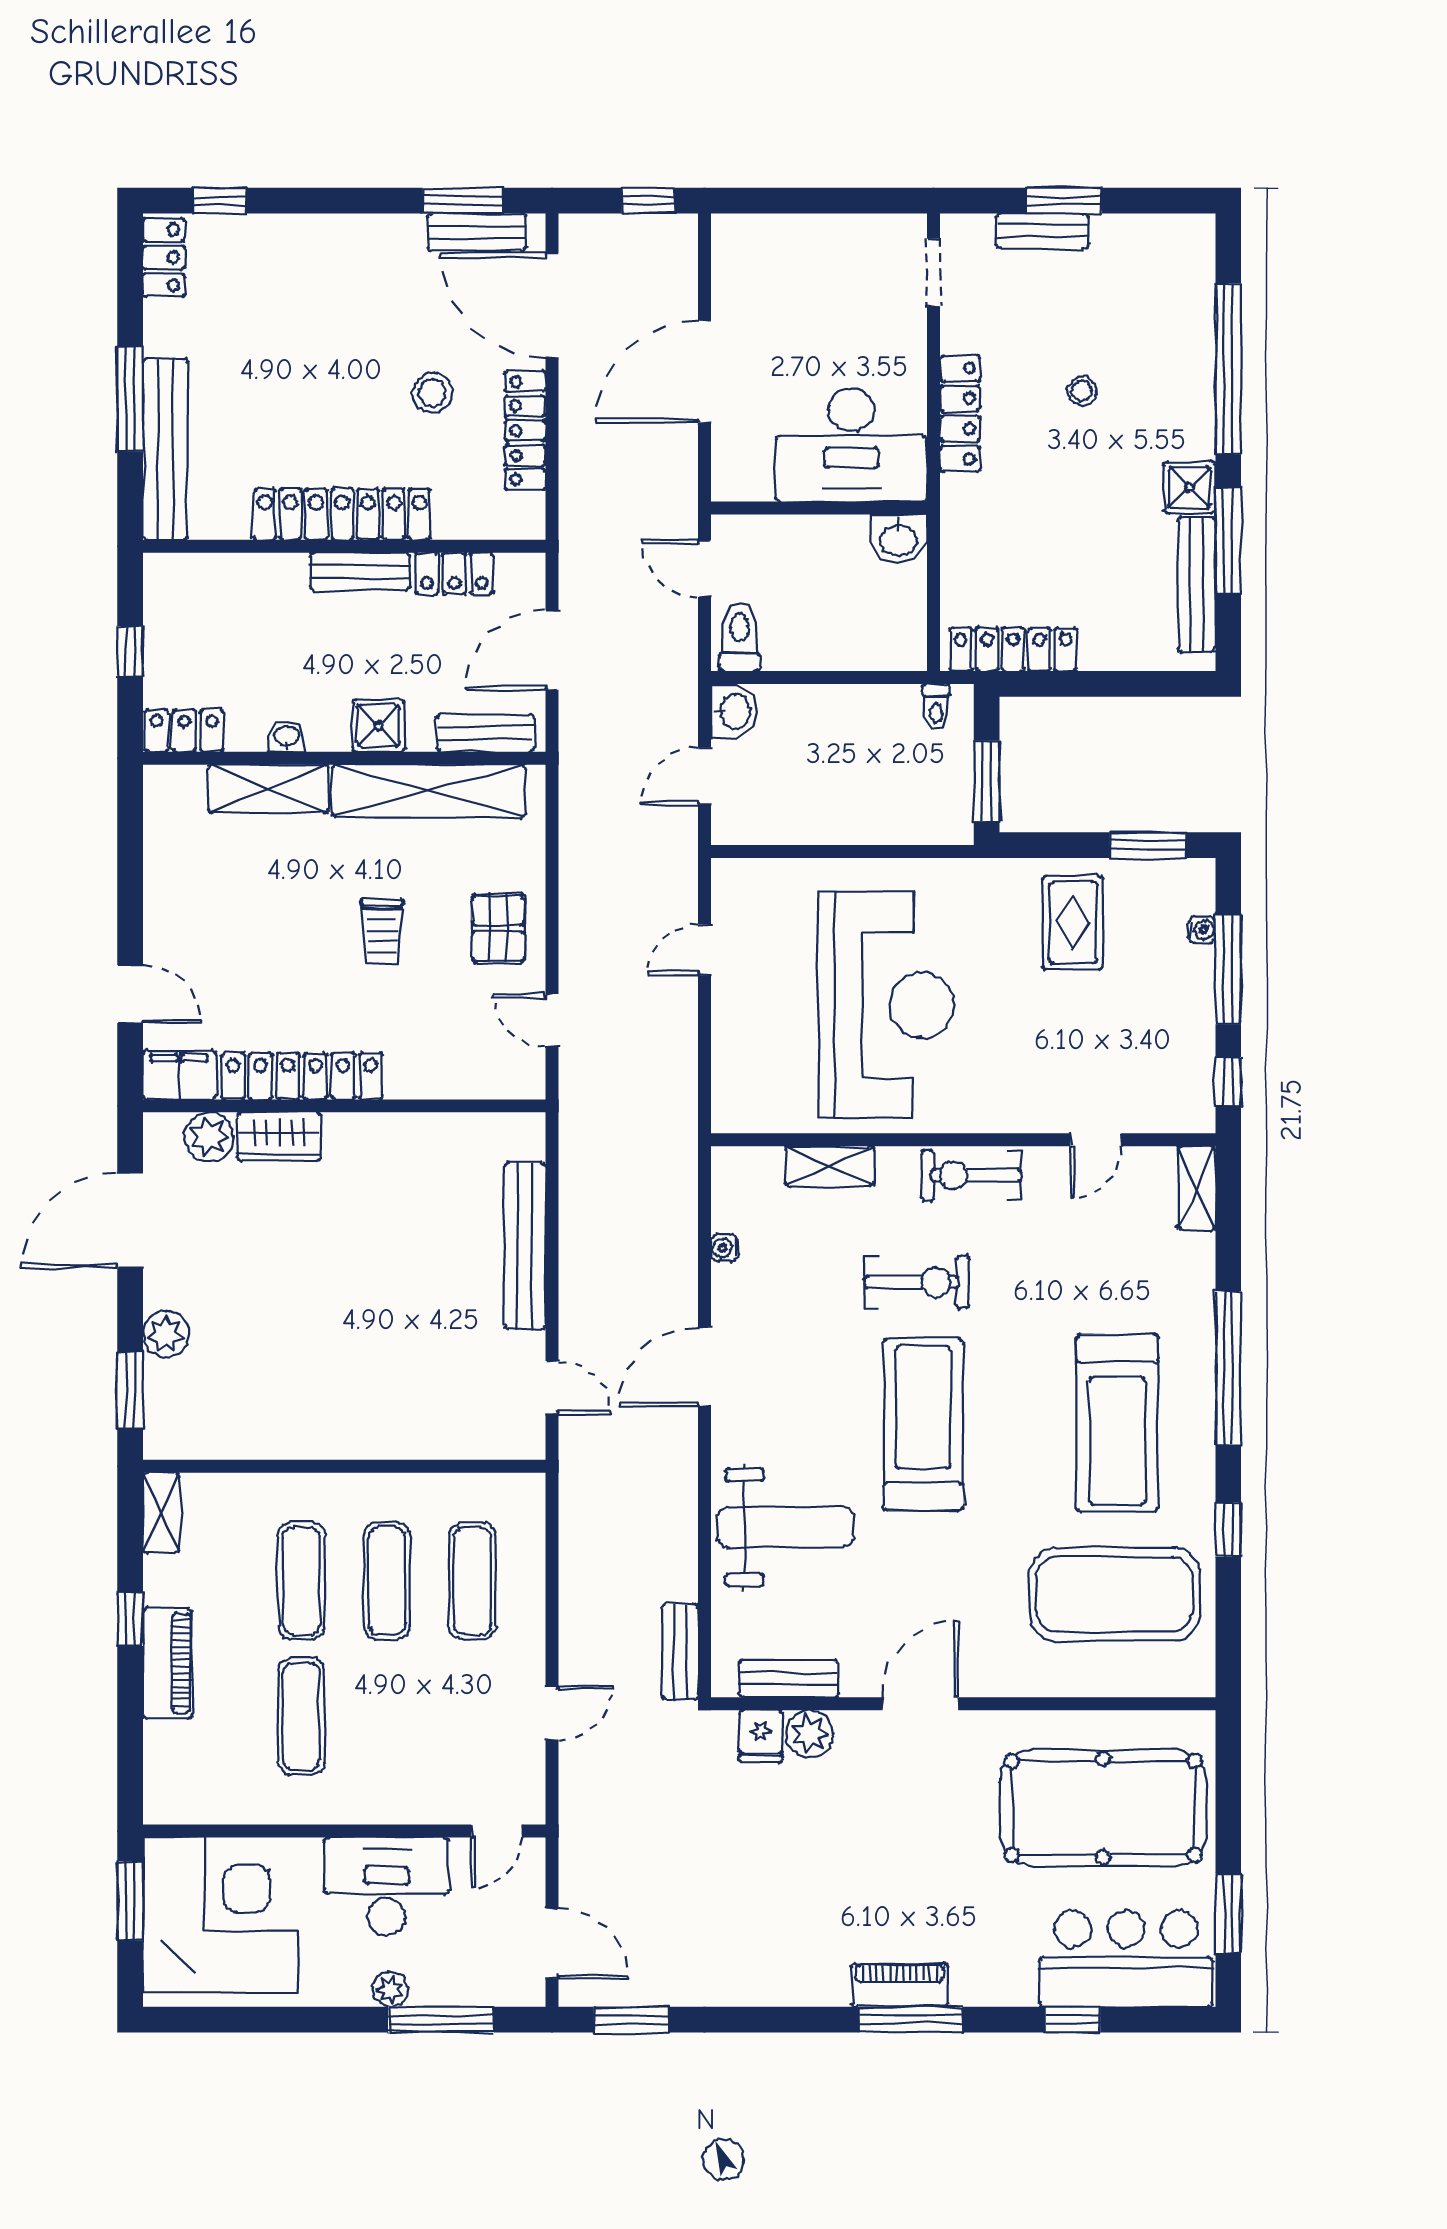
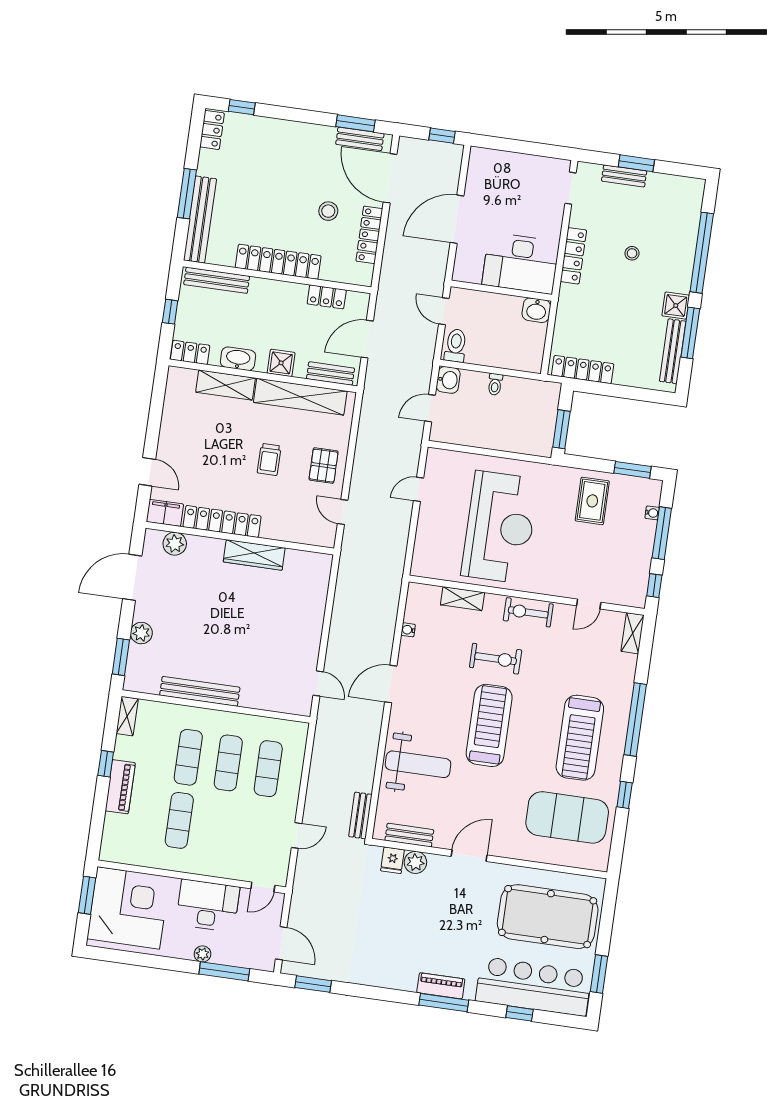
bench: (360, 572) -> (217, 280), moved, width x1.36
toilet: (936, 707) -> (495, 384), moved
washbasin: (287, 737) -> (238, 359), width x1.91, depth x1.45
wardrobe: (279, 1137) -> (254, 555), moved, width x1.50
bench: (525, 1246) -> (200, 691), moved, turned 90
bar counter: (1126, 1959) -> (534, 986), width x1.36

